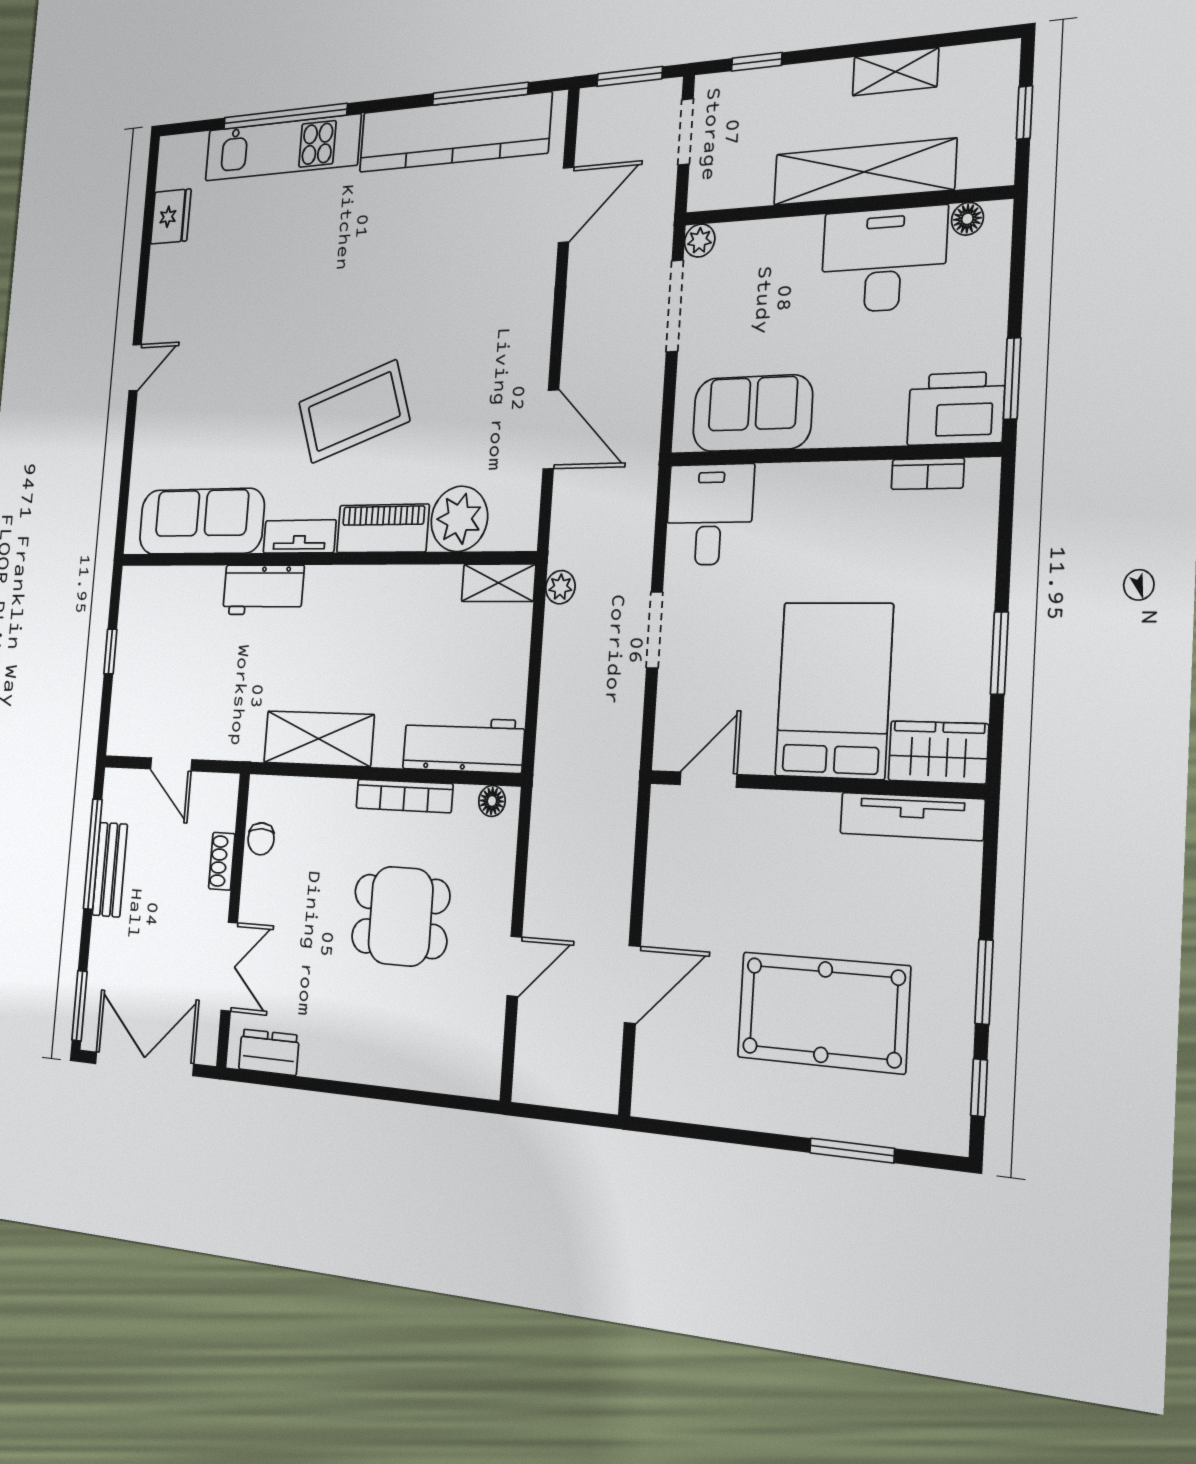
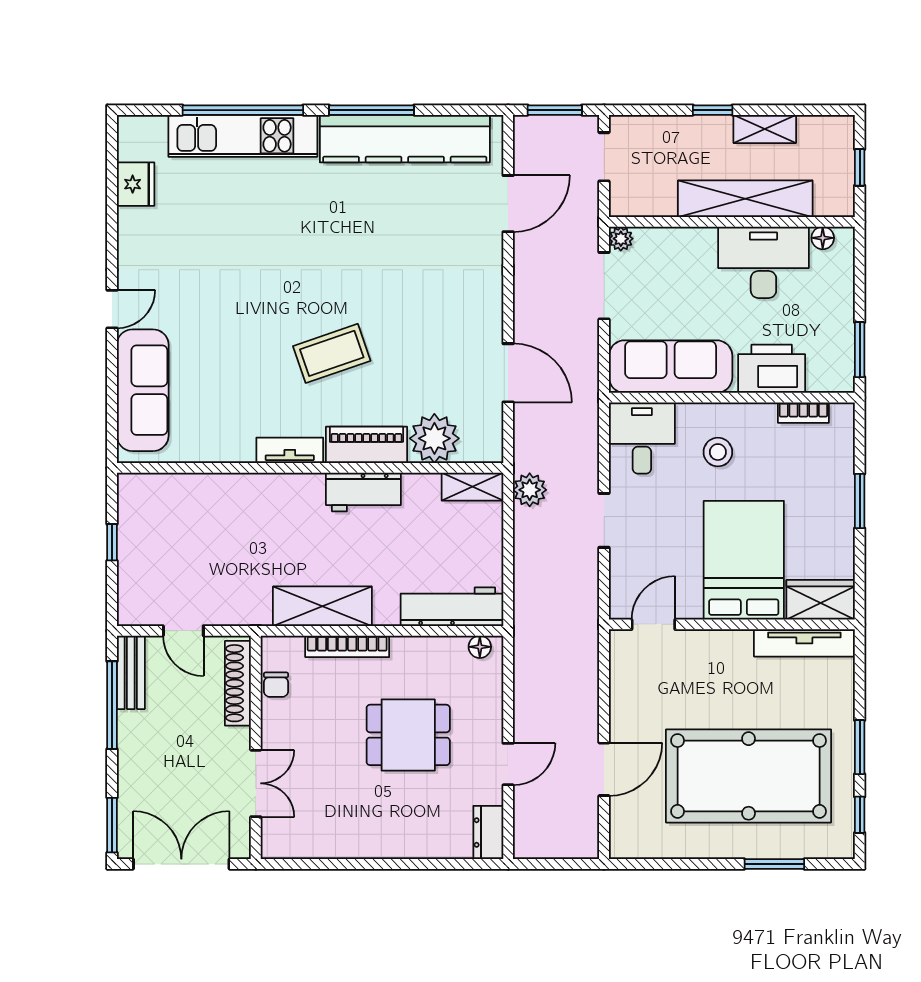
window: (757, 62) -> (713, 110), moved
window: (480, 94) -> (371, 110), moved
printer: (956, 409) -> (772, 369), moved
coffee table: (354, 412) -> (332, 353), width x0.73, depth x0.76
sofa: (752, 413) -> (671, 367), width x1.36
sofa: (201, 521) -> (143, 390), moved, turned 90
stool: (808, 533) -> (718, 452), added
plant: (560, 587) -> (530, 490), width x1.38, depth x1.38
workbench: (263, 590) -> (363, 492), moved
window: (999, 653) -> (860, 501), moved
bookcase: (404, 796) -> (347, 646), moved
shoe rack: (222, 861) -> (238, 683), width x1.94, depth x1.24
bench: (110, 870) -> (131, 672), moved
pool table: (823, 1012) -> (749, 776), width x1.36, depth x1.32
dresser: (269, 1052) -> (488, 833), moved, turned -90

